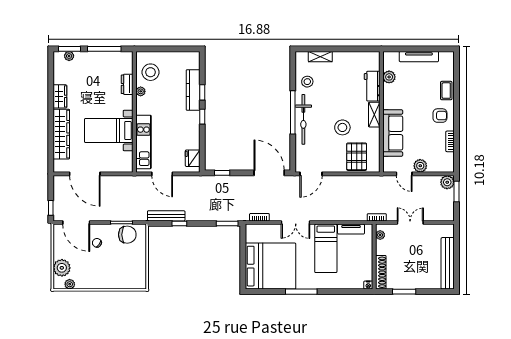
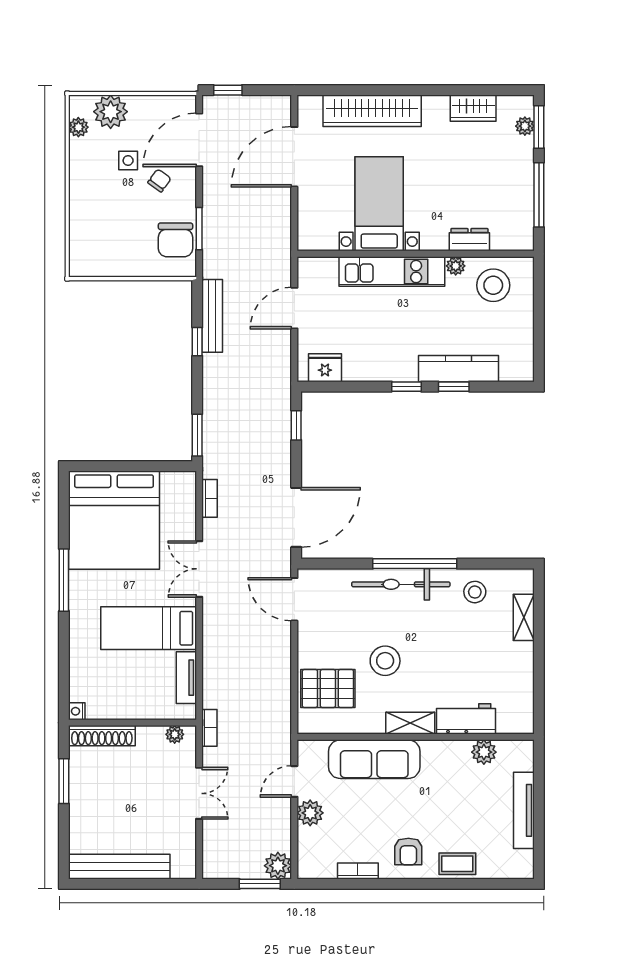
wardrobe: (60, 96) -> (473, 108), moved
kitchen unit: (143, 142) -> (392, 272), moved
side table: (87, 259) -> (128, 161), added

